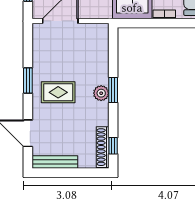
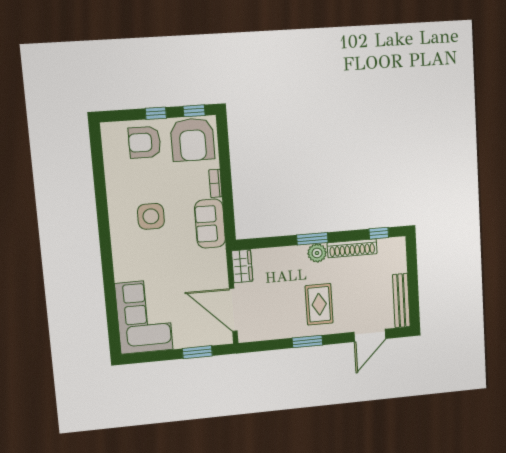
wardrobe: (96, 31) -> (242, 266), added
shoe rack: (103, 147) -> (352, 248), moved

